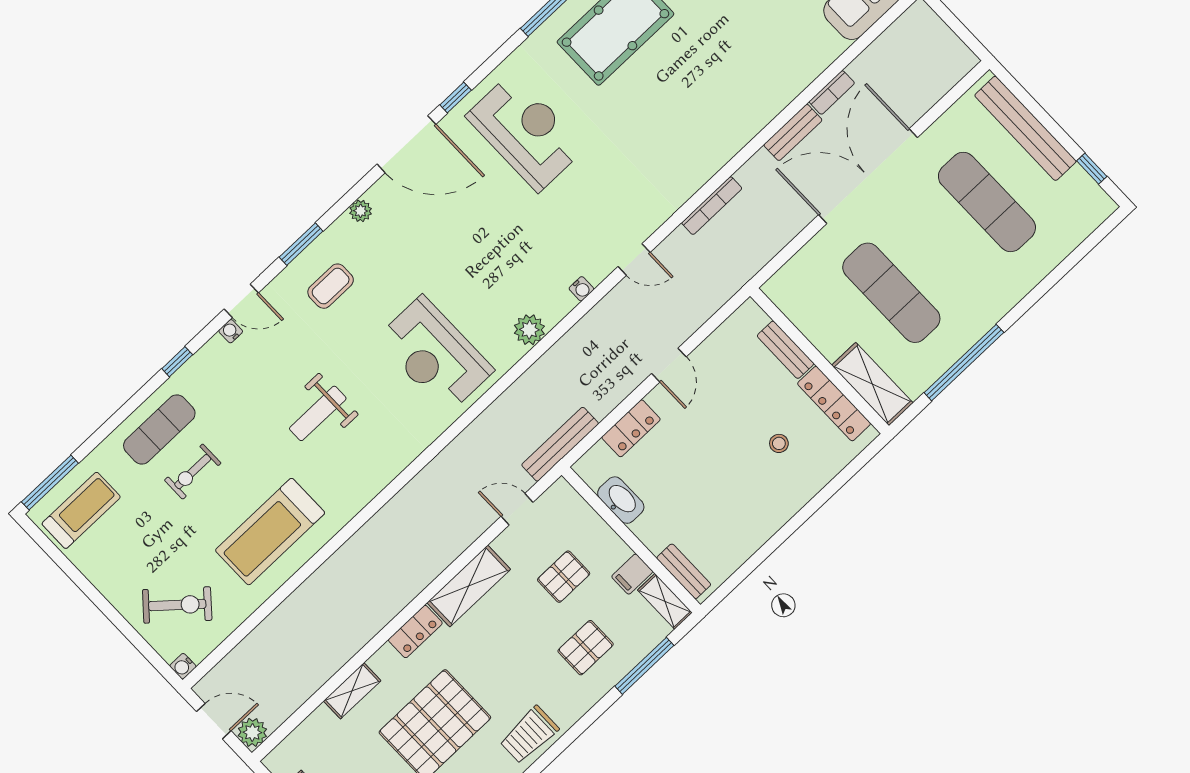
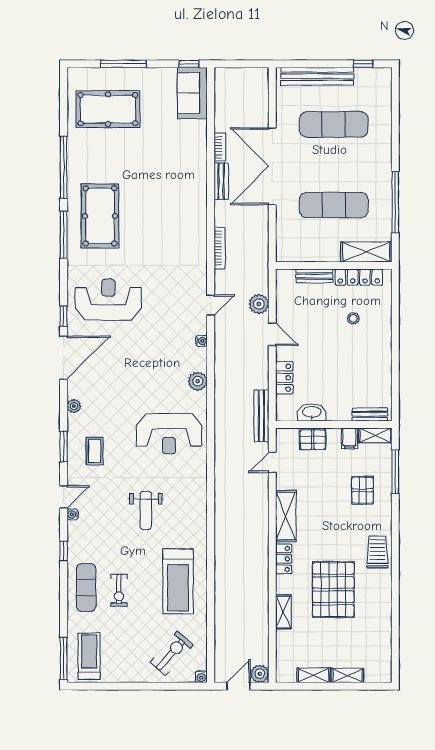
plant: (690, 315) -> (259, 304), added
pallet: (564, 577) -> (313, 440), moved, turned 90
trolley: (529, 735) -> (377, 552), turned 180

